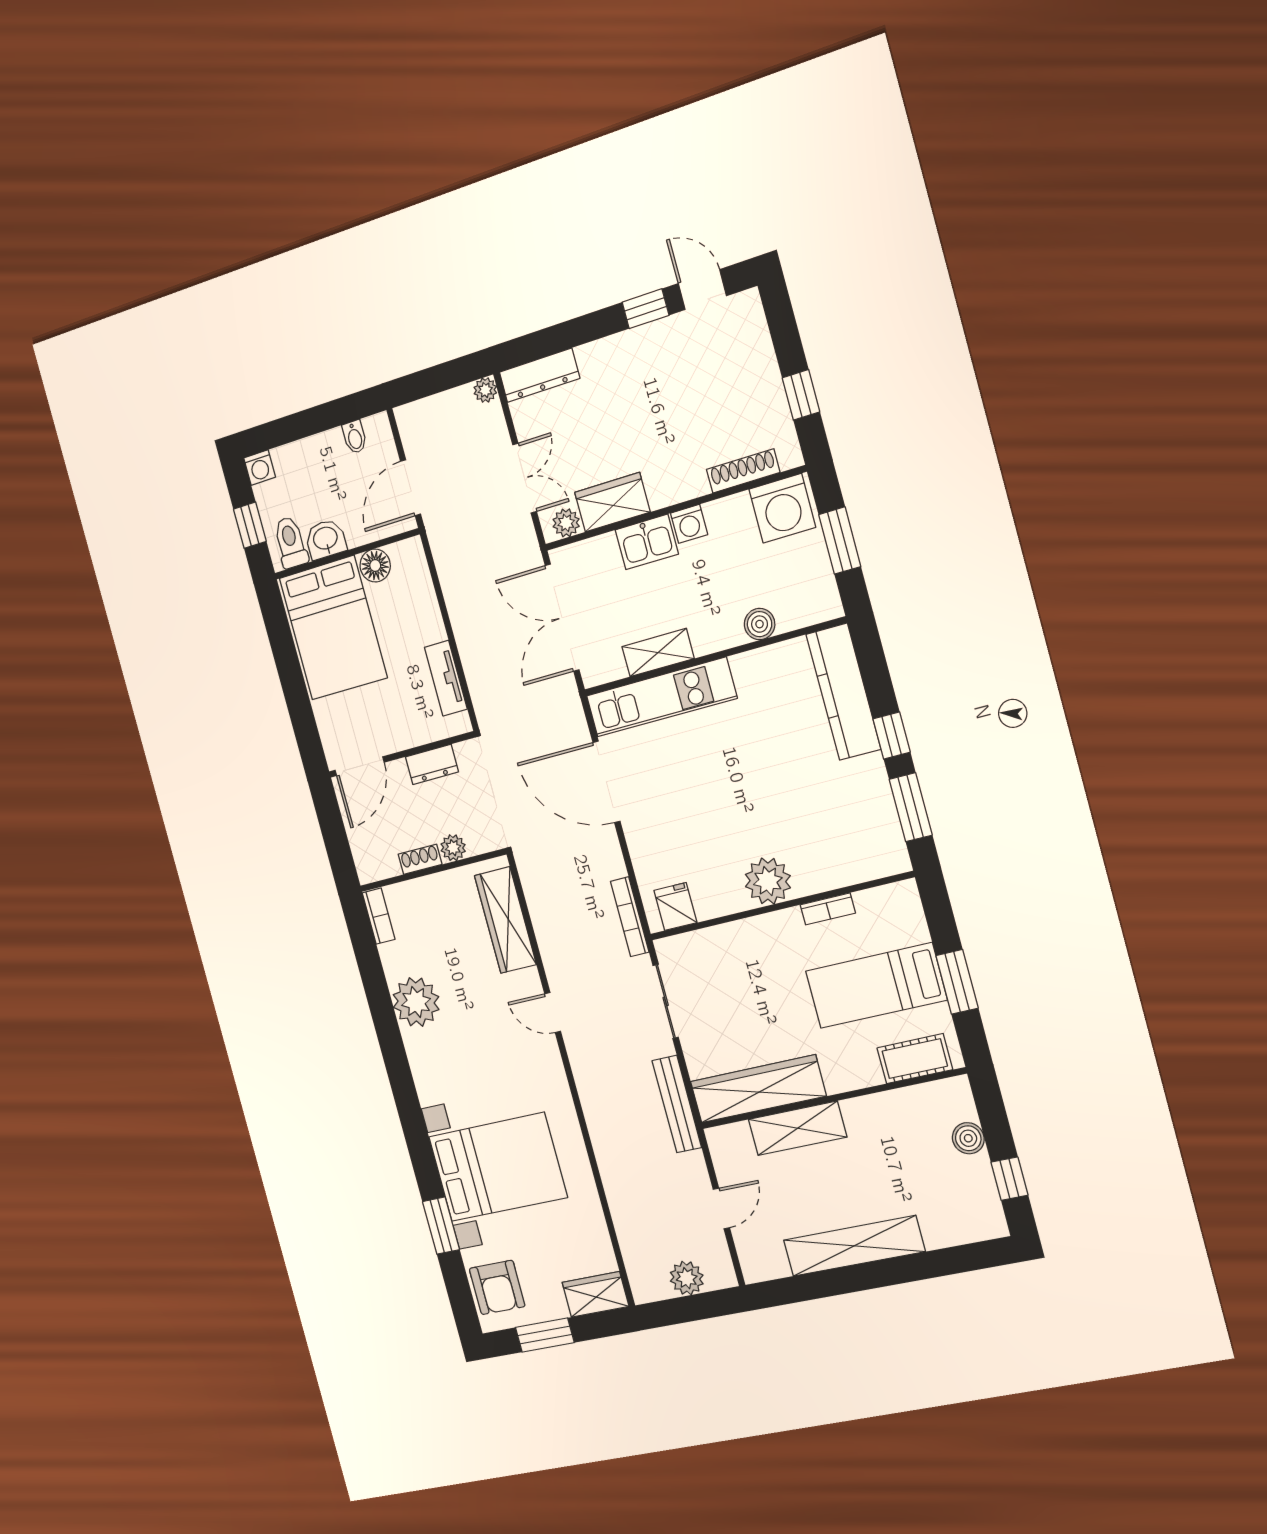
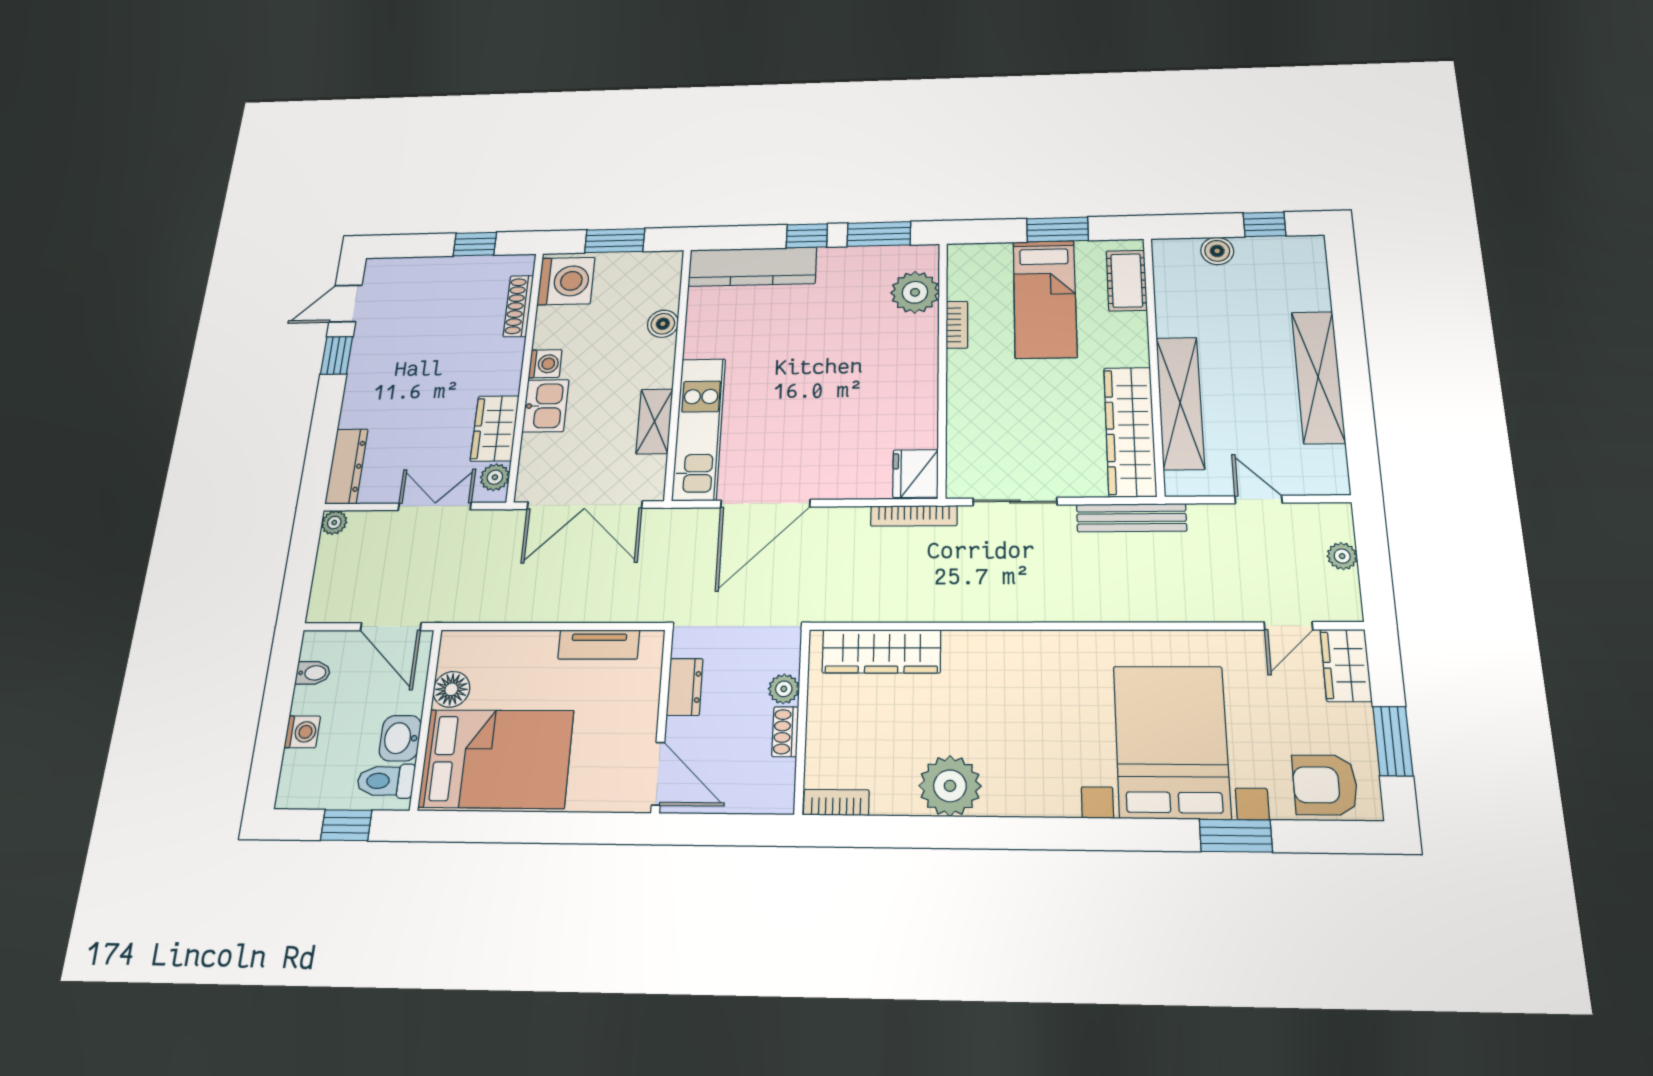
washing machine: (260, 467) -> (302, 732), moved
plant: (768, 881) -> (915, 292), moved
fridge: (675, 907) -> (916, 474), width x1.38
door: (553, 1012) -> (1288, 626), moved
shelving: (798, 1128) -> (1180, 403), width x1.47
plant: (687, 1278) -> (1342, 556), width x0.73, depth x0.73
armchair: (497, 1287) -> (1325, 785), turned 180

